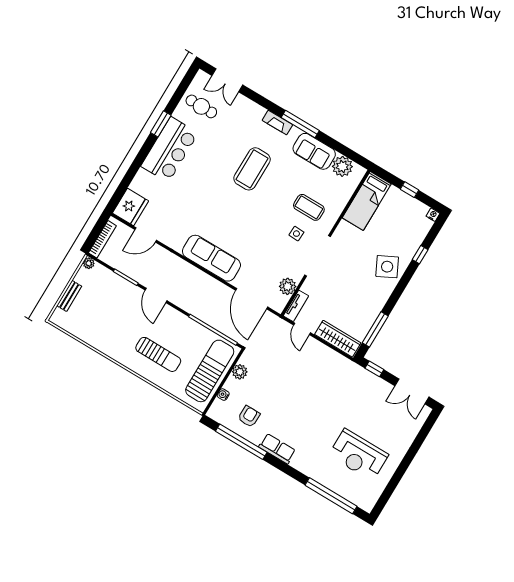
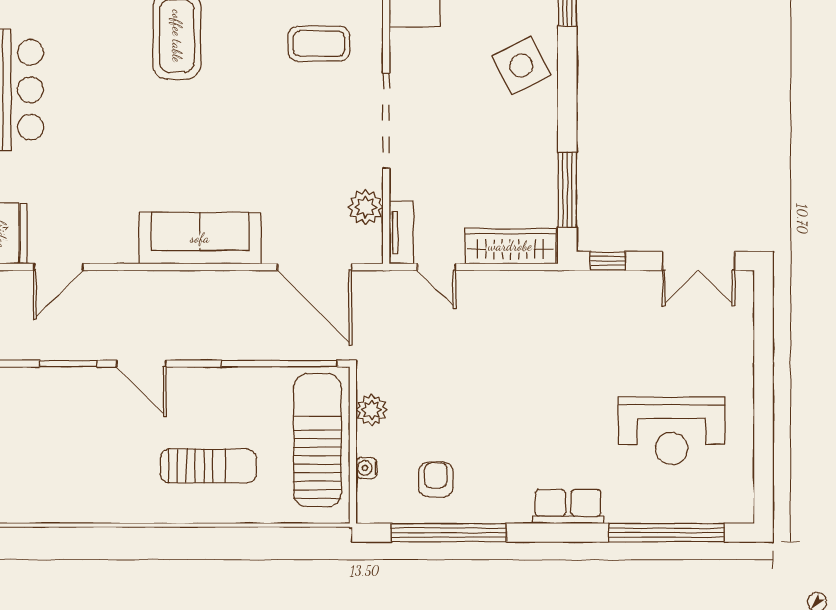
side table: (296, 234) -> (325, 104), removed
row of seats: (277, 449) -> (568, 507), moved

